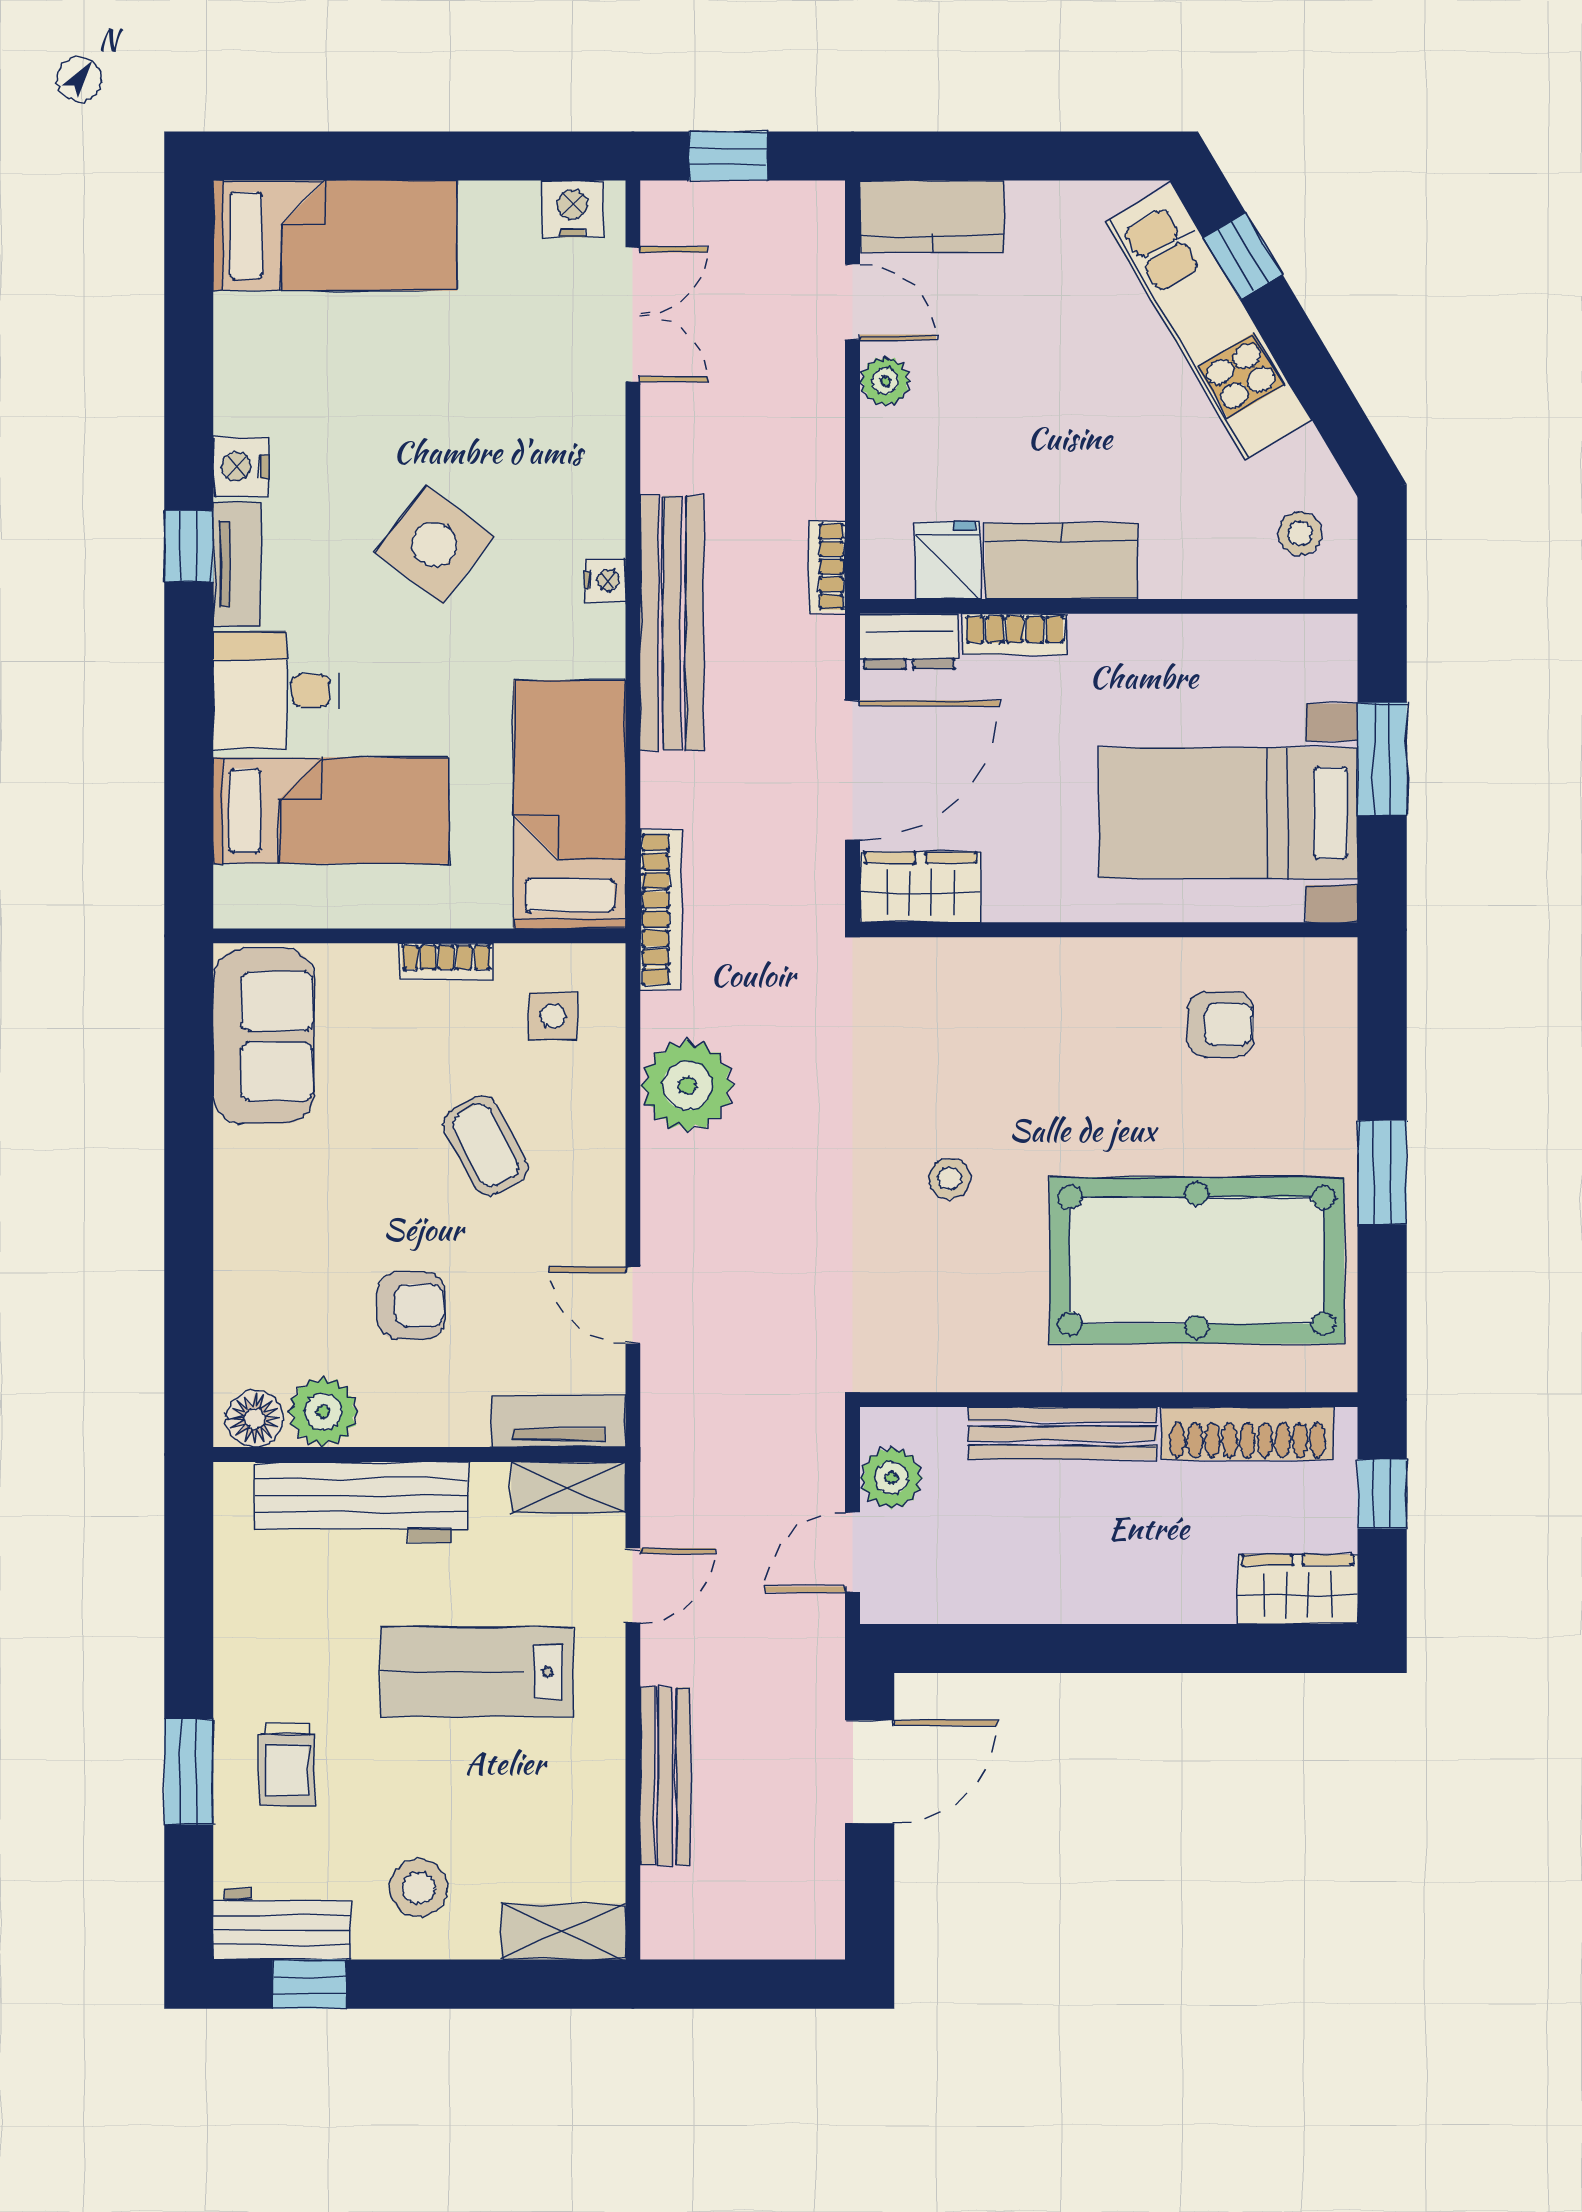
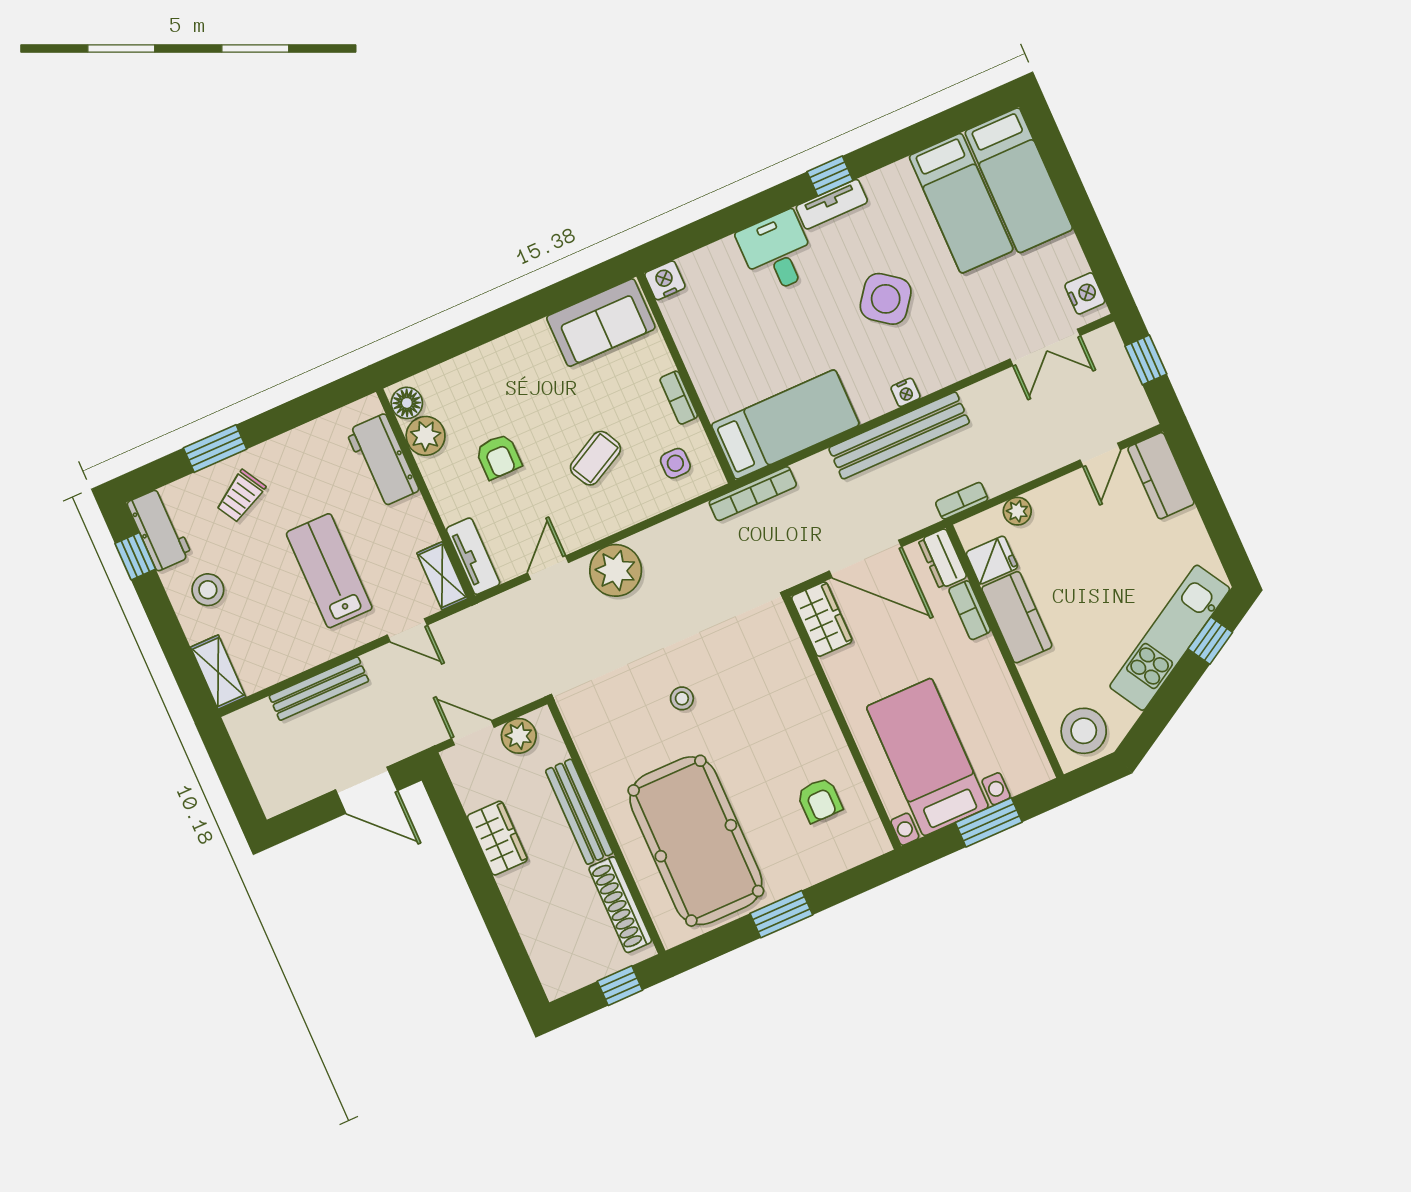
plant: (885, 381) -> (1017, 511), moved
nightstand: (241, 467) -> (665, 280), moved
stool: (1300, 533) -> (1084, 731), width x1.89, depth x1.89
bed: (331, 811) -> (961, 203), moved
plant: (687, 1086) -> (616, 570), moved
workbench: (362, 1502) -> (382, 461), width x0.73
wardrobe: (1298, 1589) -> (497, 838), moved
trolley: (287, 1764) -> (241, 496), turned -30

